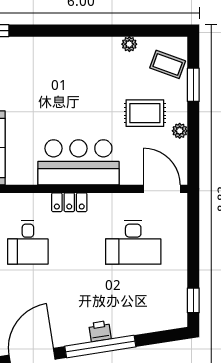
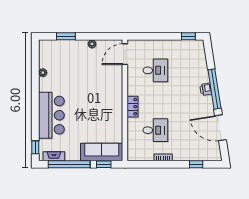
coffee table: (168, 64) -> (54, 51), removed
rug: (145, 113) -> (82, 64), removed
bar counter: (78, 162) -> (51, 115), moved, turned 180
desk: (133, 242) -> (155, 70), width x0.73

